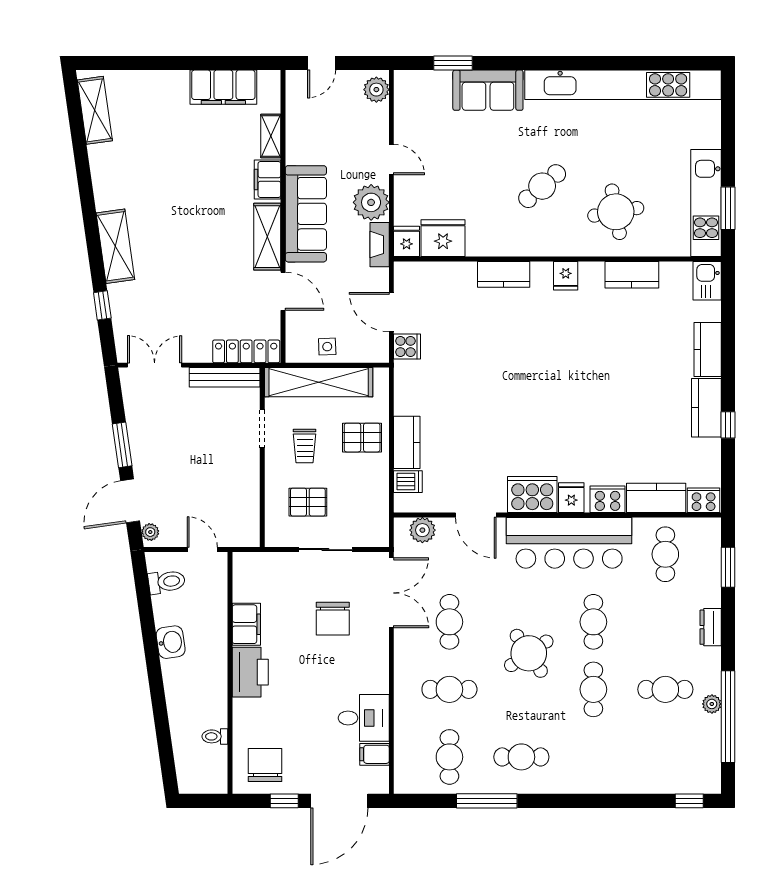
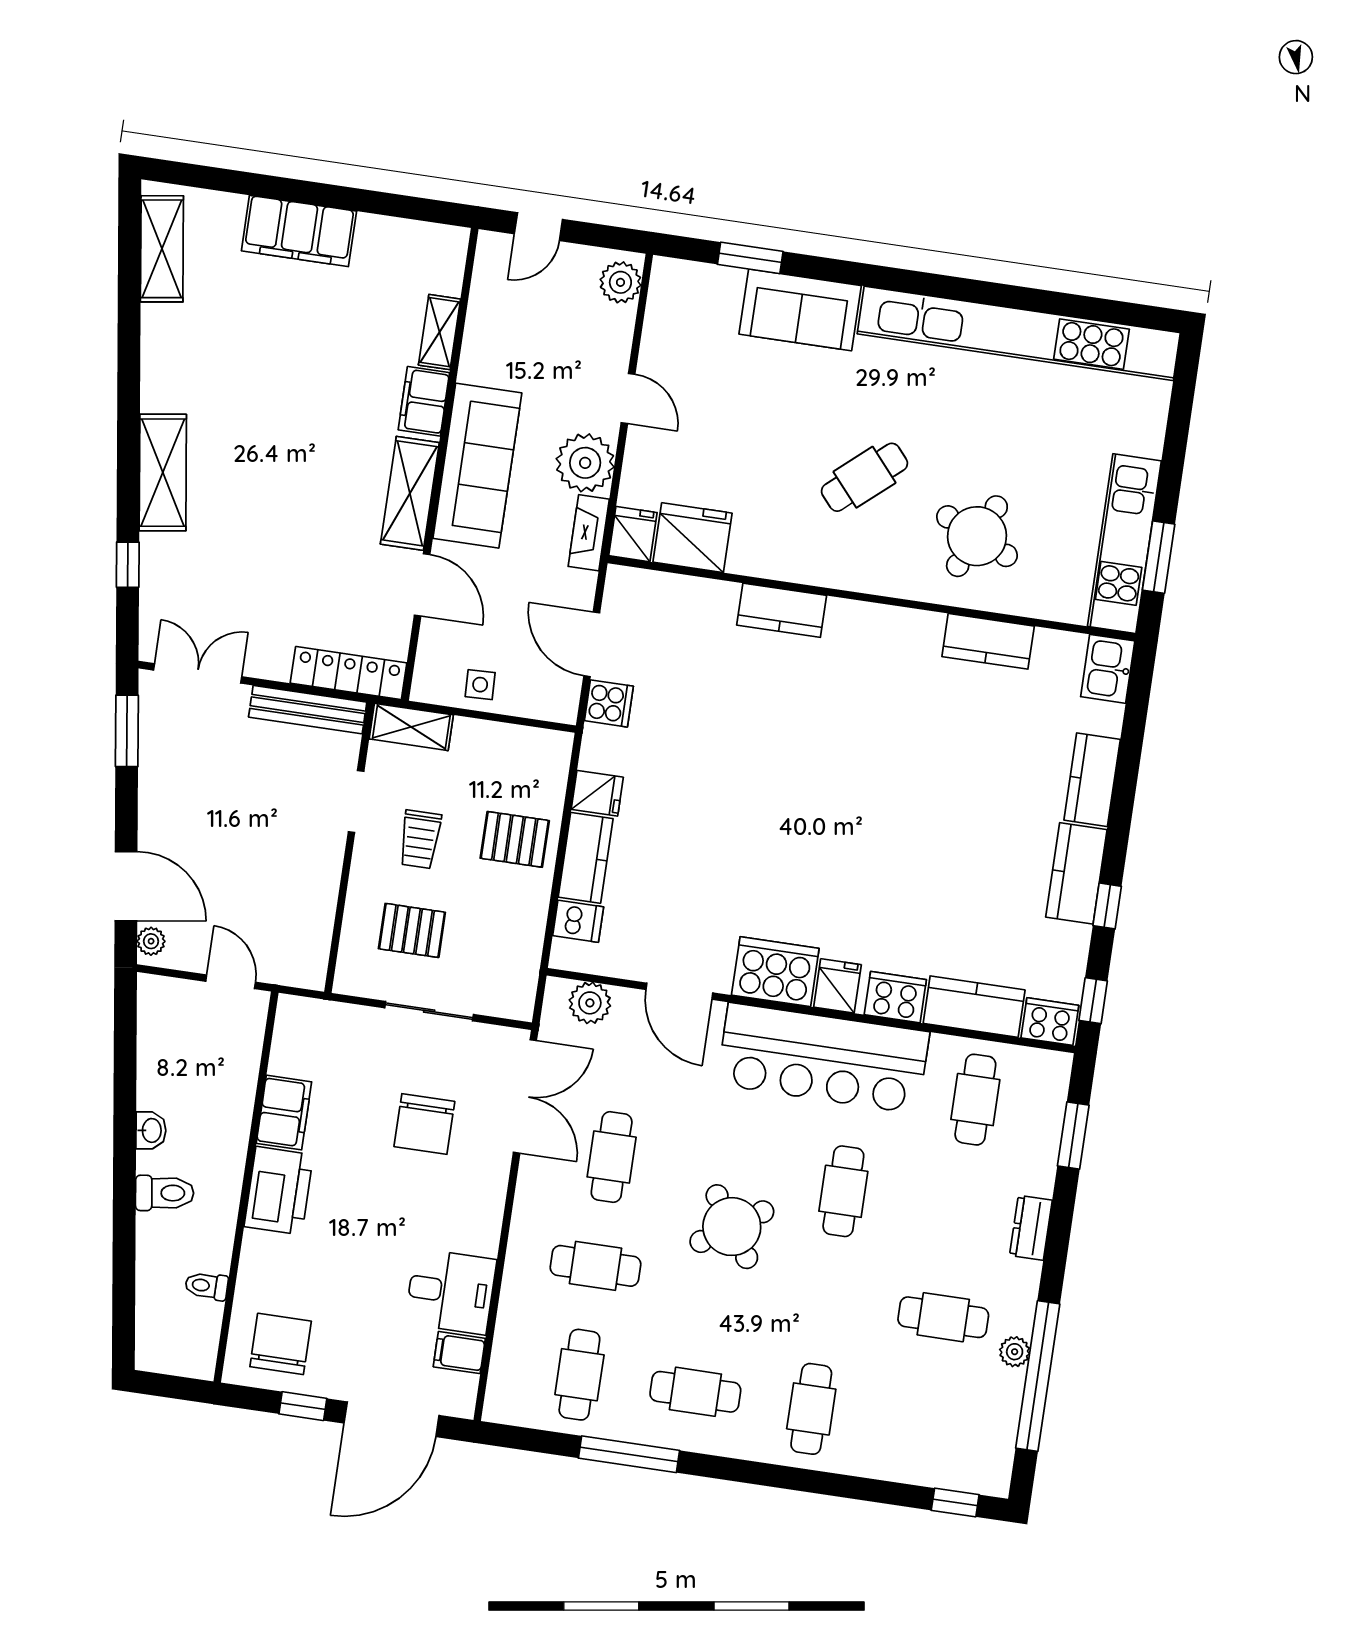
filing cabinet: (223, 87) -> (299, 231), moved
round table: (616, 212) -> (977, 536), turned 35
fridge: (566, 276) -> (597, 793), moved, turned -90
shelving: (319, 382) -> (411, 727), width x0.45, depth x0.75
window: (122, 445) -> (127, 731), moved
window: (728, 484) -> (1093, 1001), added
door: (130, 501) -> (126, 886), swing flipped
toilet: (167, 582) -> (165, 1193), moved
washbasin: (171, 642) -> (151, 1130), width x0.72, depth x0.69
cafe table: (593, 689) -> (811, 1409), moved

